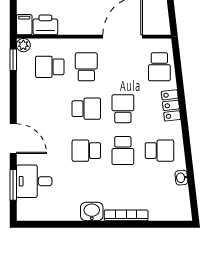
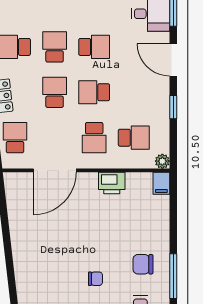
printer: (45, 25) -> (112, 183), moved
window: (13, 60) -> (173, 107), moved
school desk: (123, 109) -> (55, 92), turned 180

